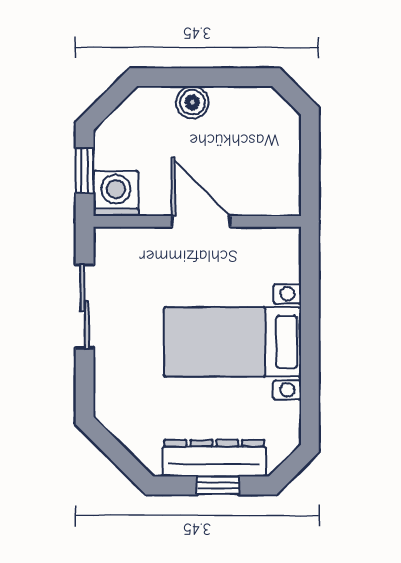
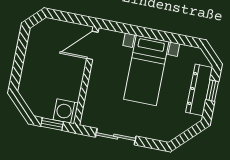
boiler: (192, 102) -> (30, 67), removed
door: (201, 221) -> (92, 45), moved

